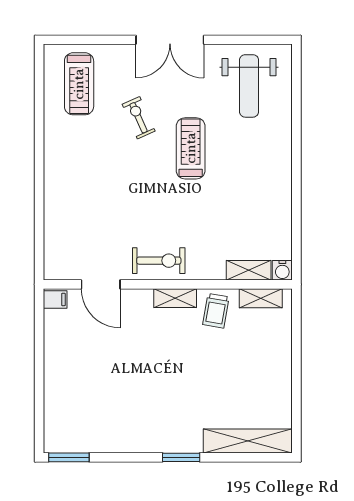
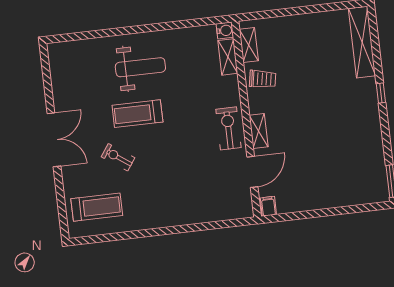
weight bench: (249, 86) -> (140, 67), moved
exercise bike: (139, 118) -> (118, 157), turned 59
shelving: (175, 298) -> (259, 131), moved
window: (181, 457) -> (381, 93), width x0.67

